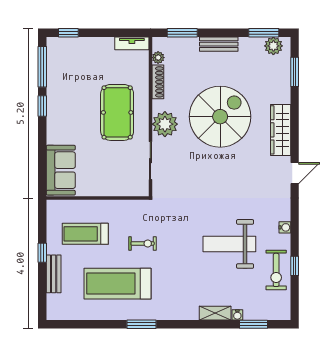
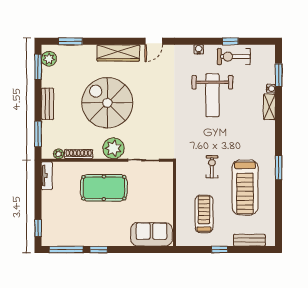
door: (295, 173) -> (154, 41), swing flipped
treadmill: (85, 234) -> (204, 214), turned 180
exercise bike: (276, 270) -> (234, 57), turned 180
bench: (54, 274) -> (249, 240), moved

